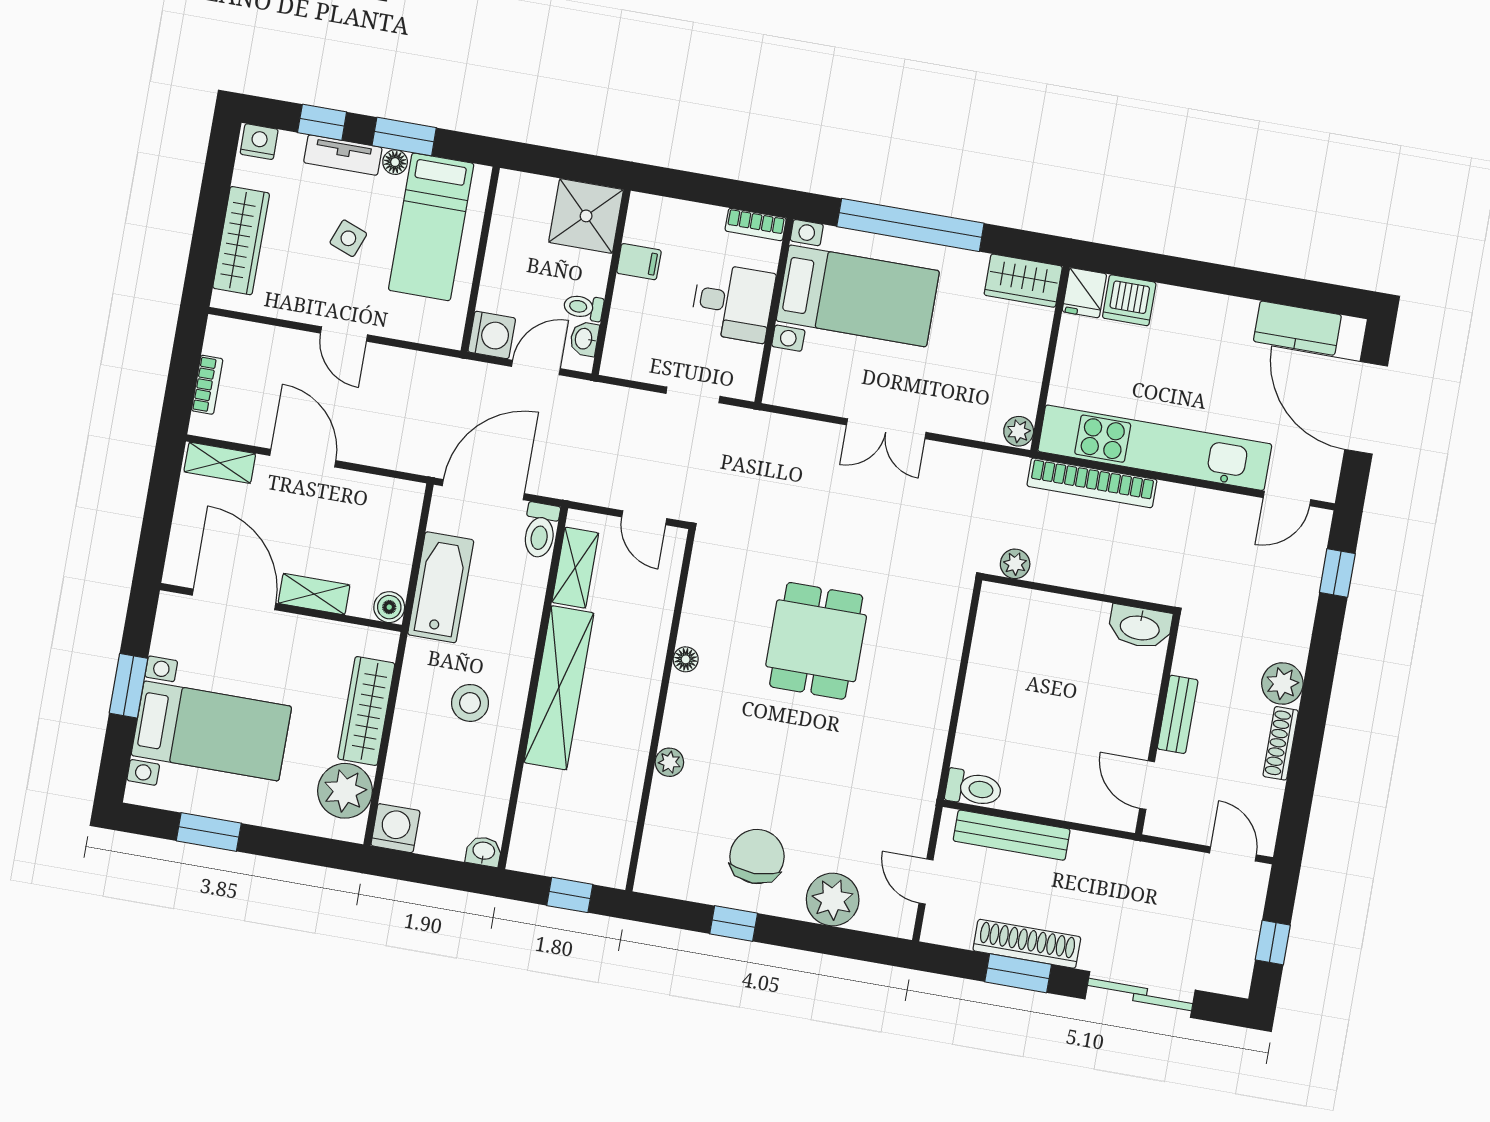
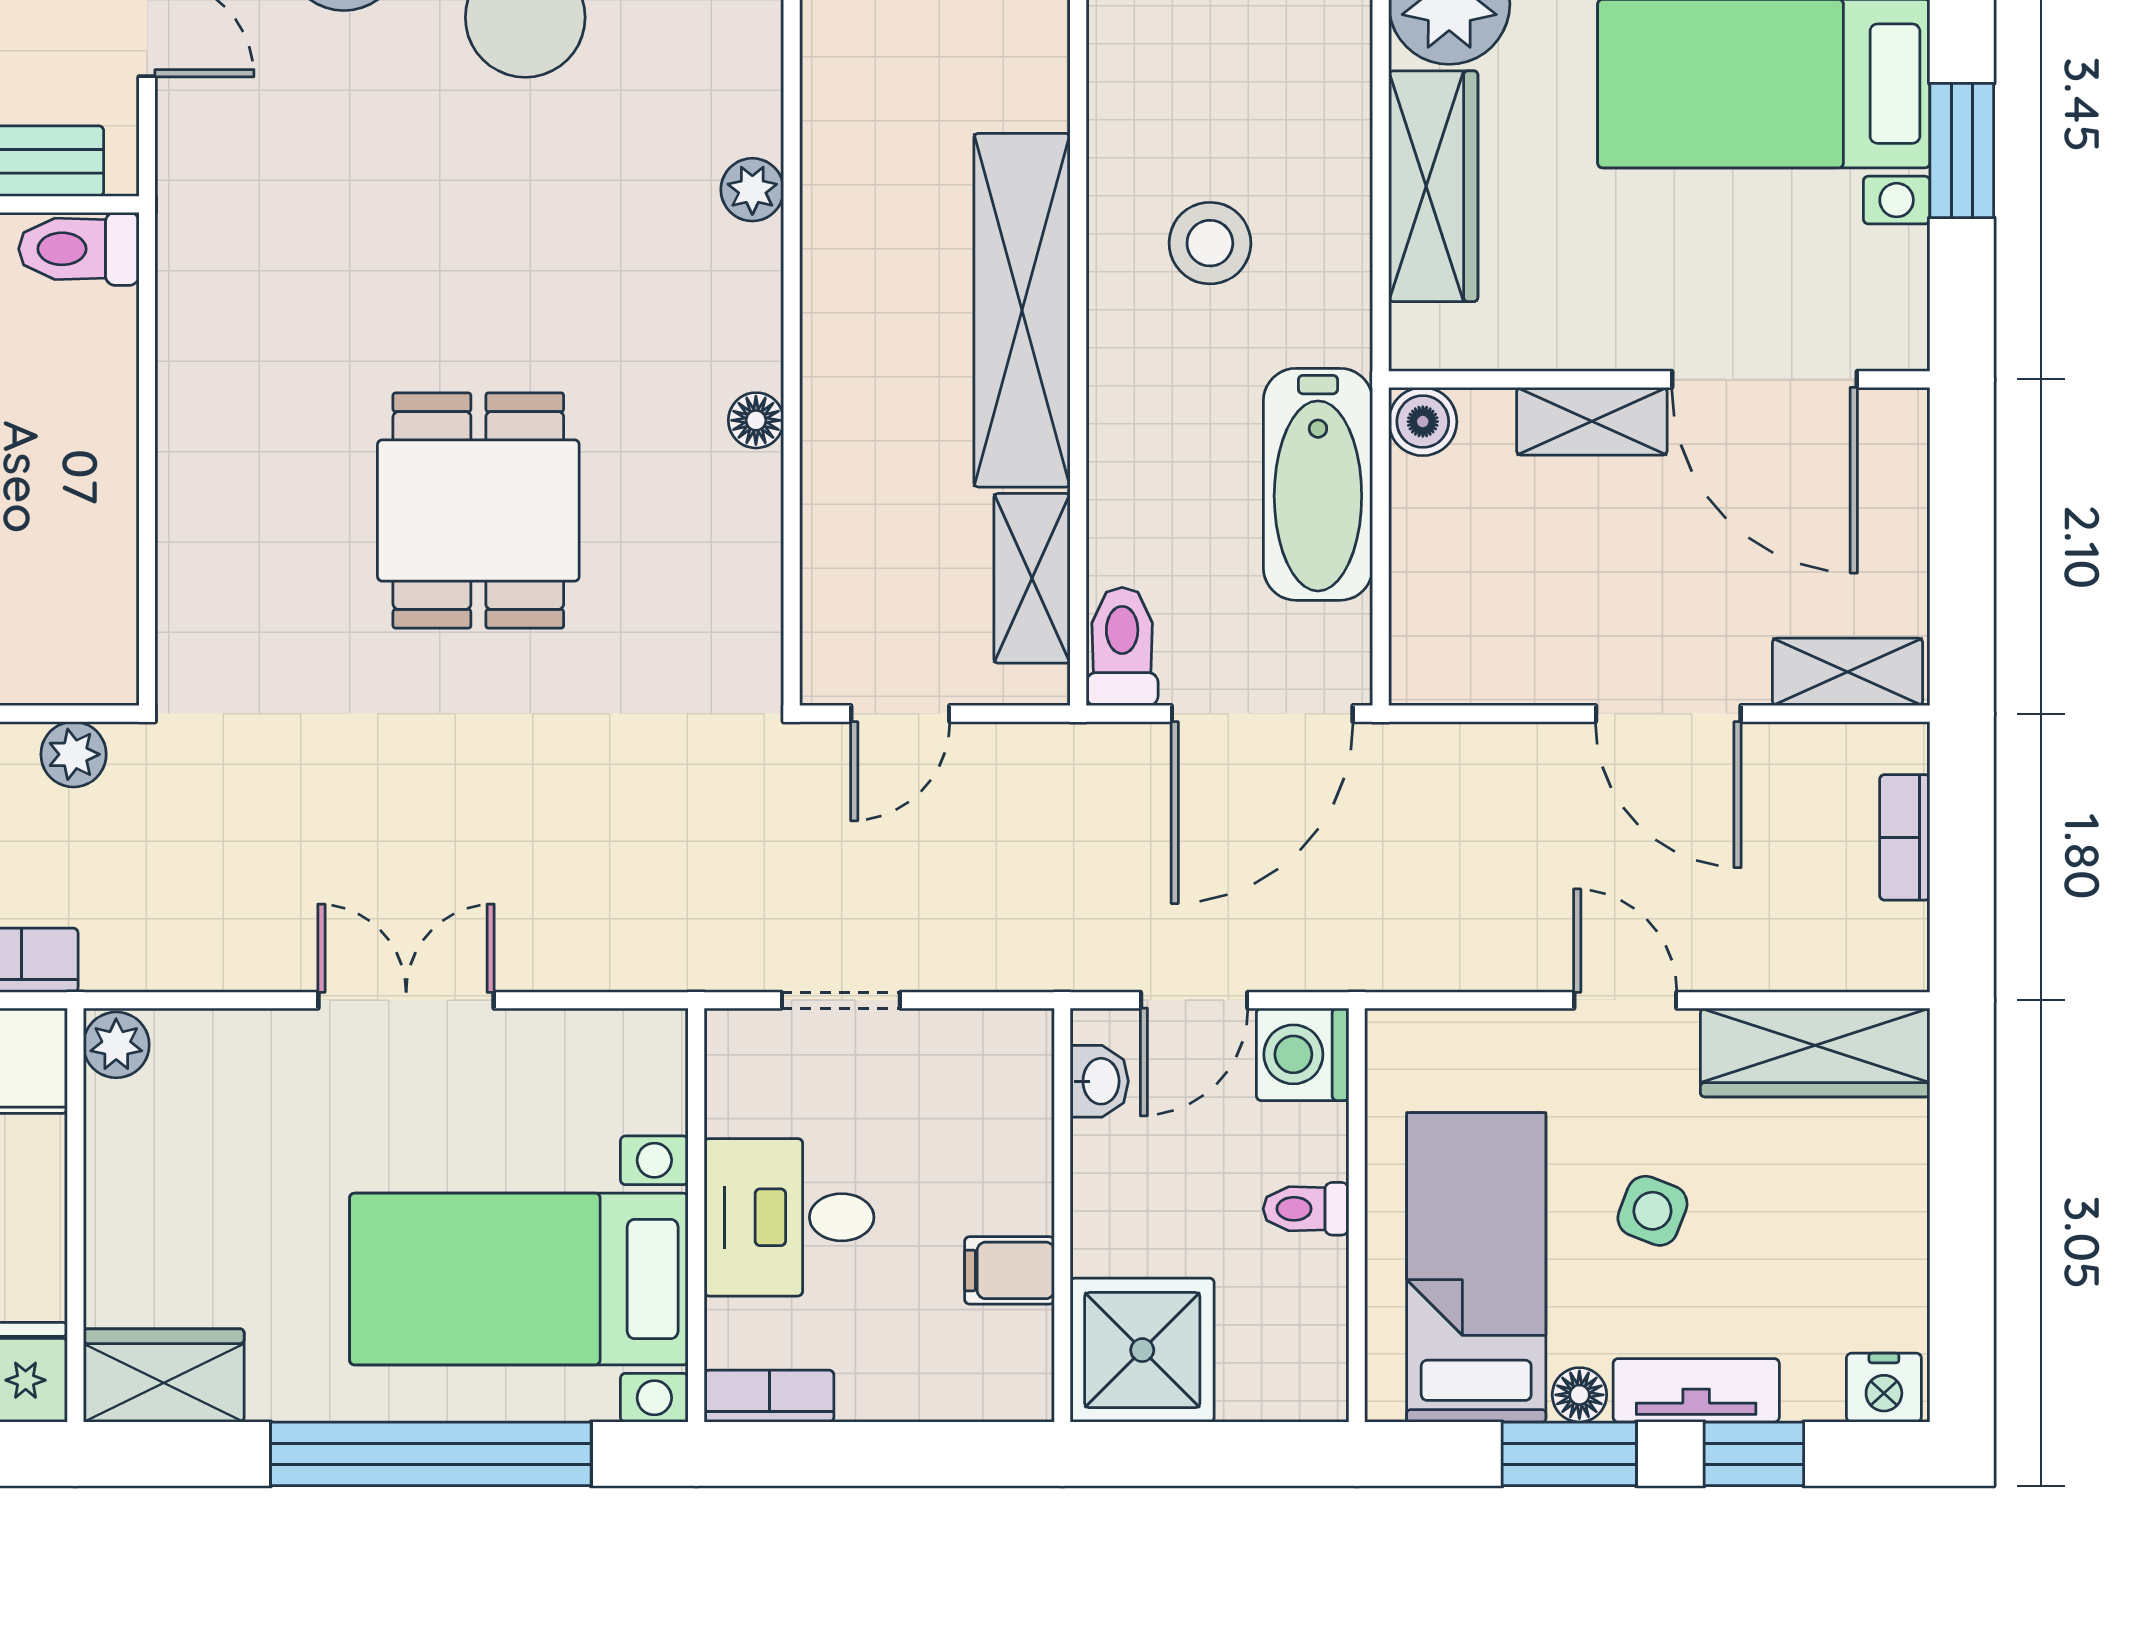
wardrobe: (241, 241) -> (1815, 1053), moved, turned -90
toilet: (583, 307) -> (1306, 1209), moved, turned 180
door: (644, 518) -> (900, 714), swing flipped

